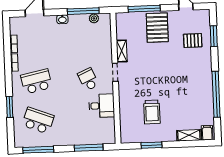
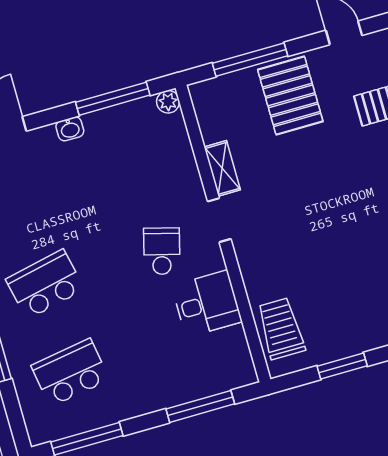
plant: (94, 18) -> (168, 102), moved
school desk: (88, 79) -> (162, 251), turned 39
trolley: (152, 112) -> (281, 329), moved, turned 180
school desk: (38, 121) -> (70, 373), turned -30

